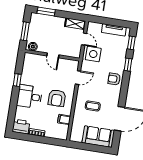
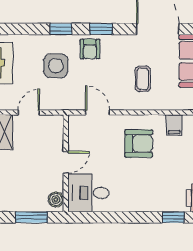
window: (131, 43) -> (101, 29), moved
side table: (93, 54) -> (56, 66), moved
window: (17, 80) -> (173, 217), moved
desk: (30, 97) -> (88, 193), moved, turned 90

